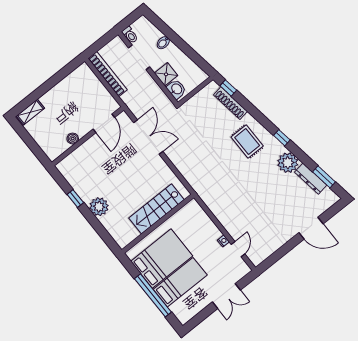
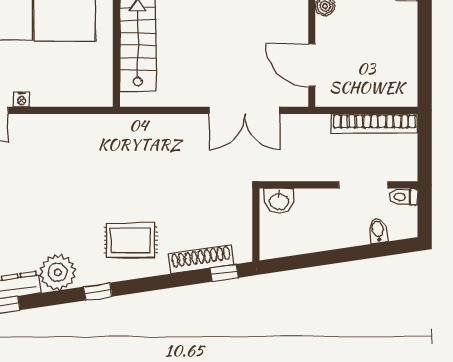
bidet: (163, 43) -> (378, 231), moved
shower: (166, 74) -> (311, 203), removed

